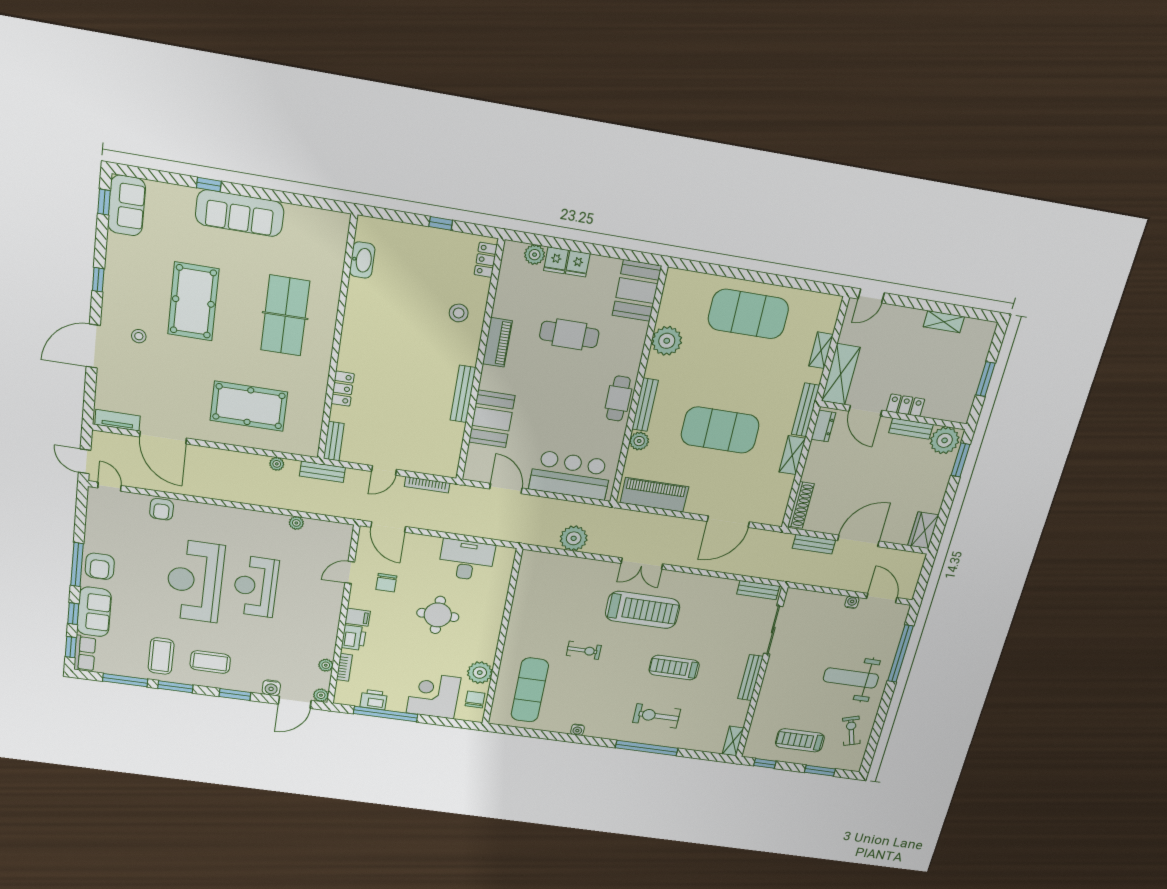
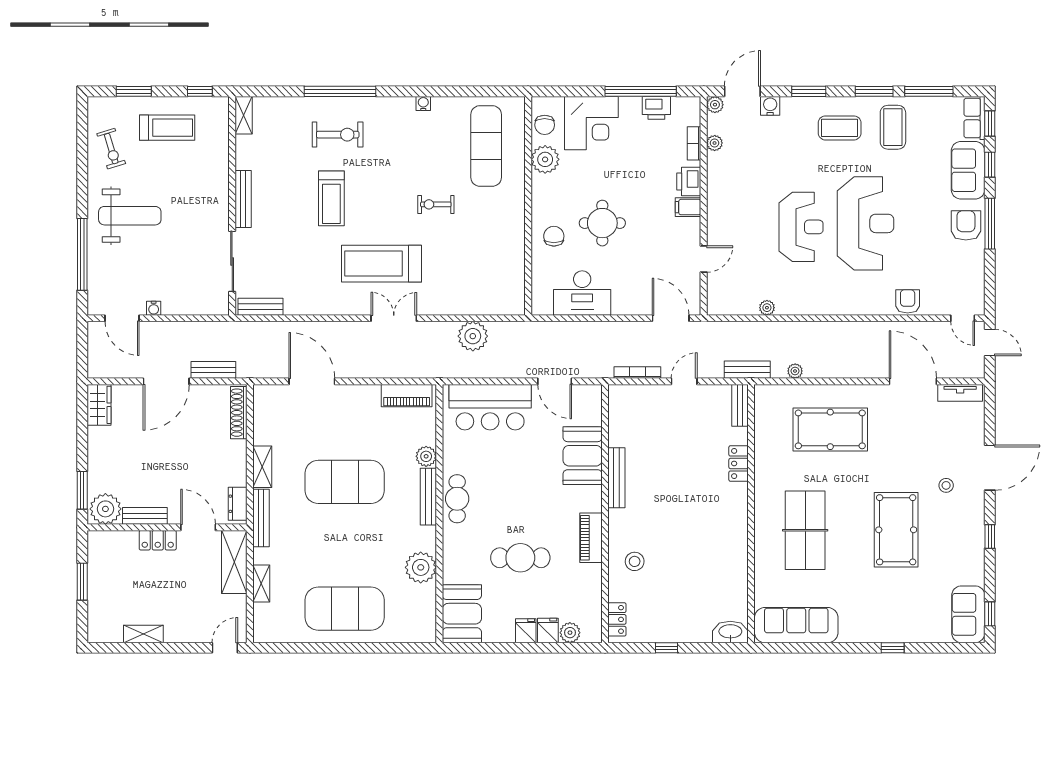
sofa: (240, 213) -> (796, 625), moved
washbasin: (362, 260) -> (730, 632), moved, turned 90
piano: (654, 495) -> (407, 396), width x0.73, depth x0.75
door: (728, 522) -> (312, 381), hinge flipped
chair: (386, 583) -> (554, 236), moved
treadmill: (674, 668) -> (331, 198), turned 90

